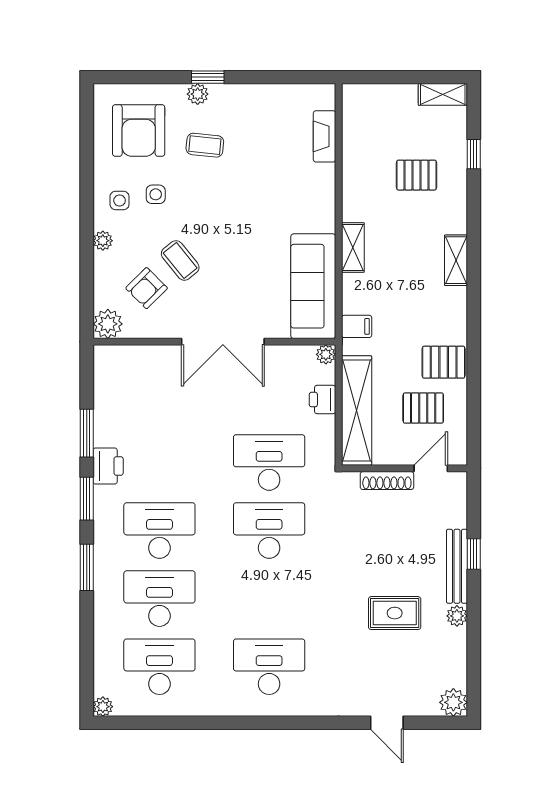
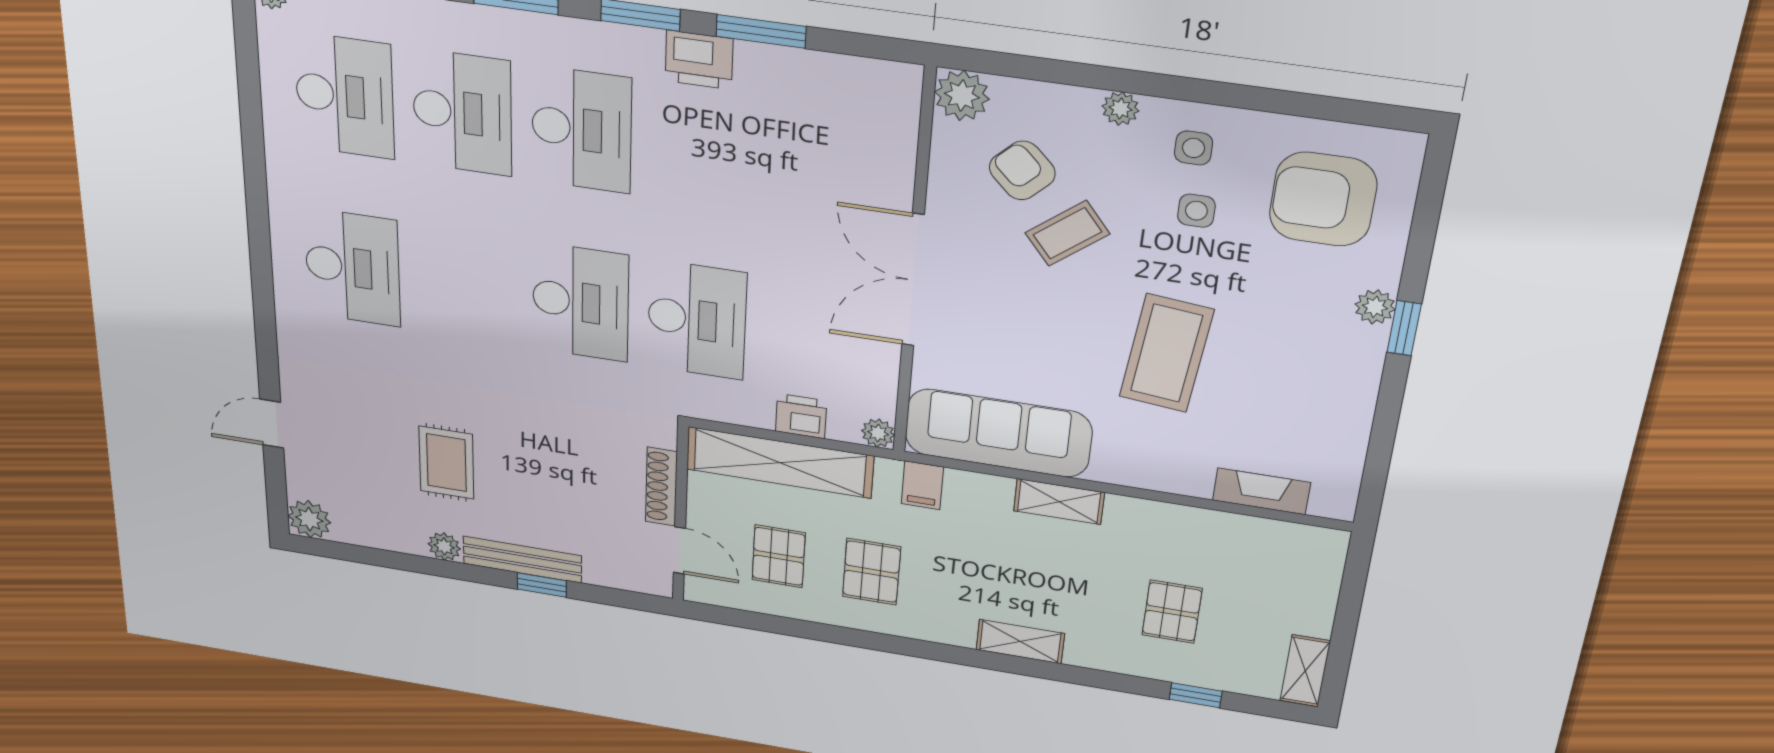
coffee table: (205, 145) -> (1166, 353), moved, width x1.86, depth x1.72
pallet: (444, 362) -> (872, 572), moved

